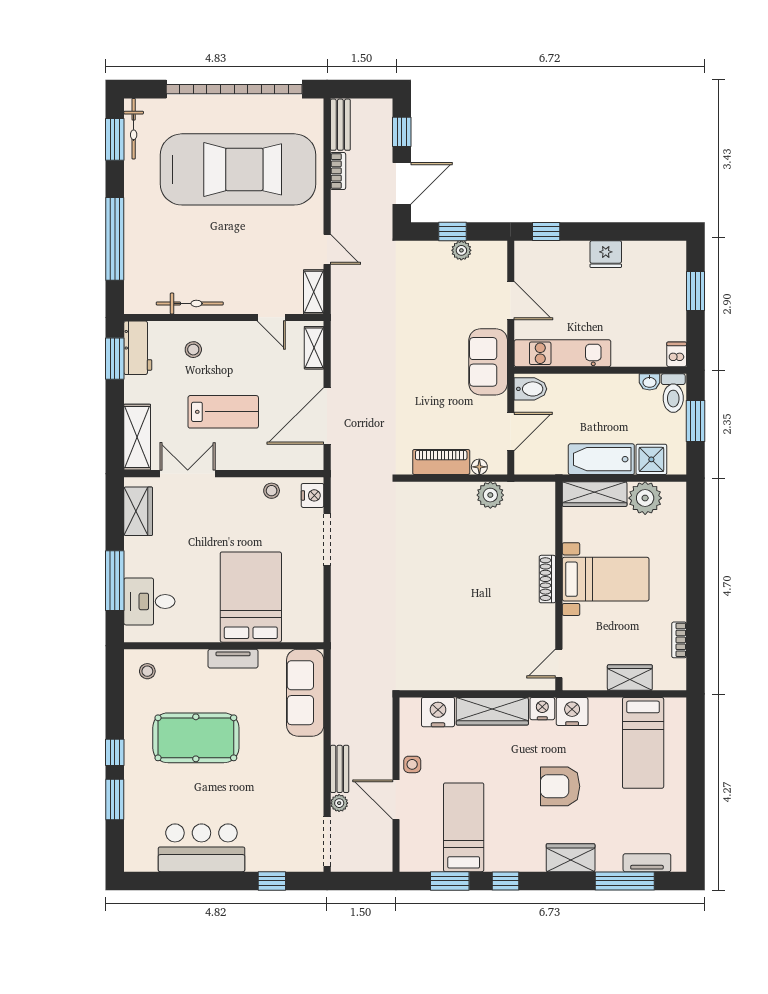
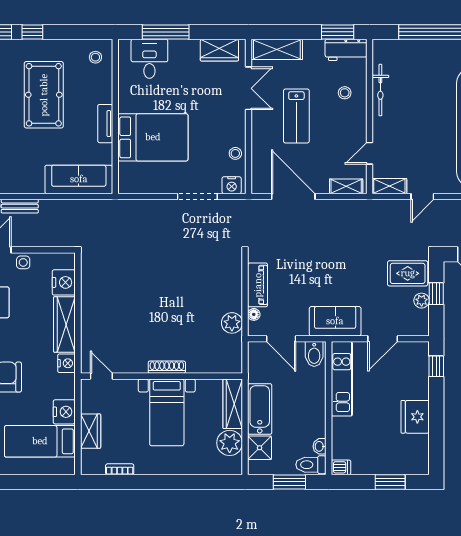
fridge: (606, 254) -> (415, 417), width x1.36, depth x1.34
rug: (426, 268) -> (408, 273), added
nightstand: (572, 711) -> (64, 412), moved

